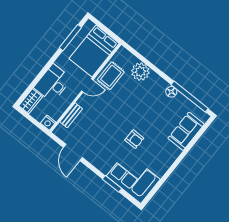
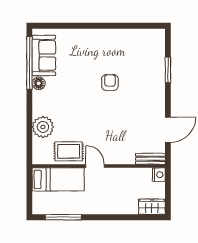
bed: (94, 51) -> (58, 179), width x0.67
desk: (53, 83) -> (119, 200), removed
bench: (71, 115) -> (150, 159), moved
sofa: (186, 131) -> (44, 55), moved, turned -90
corner sofa: (133, 178) -> (146, 55), removed

